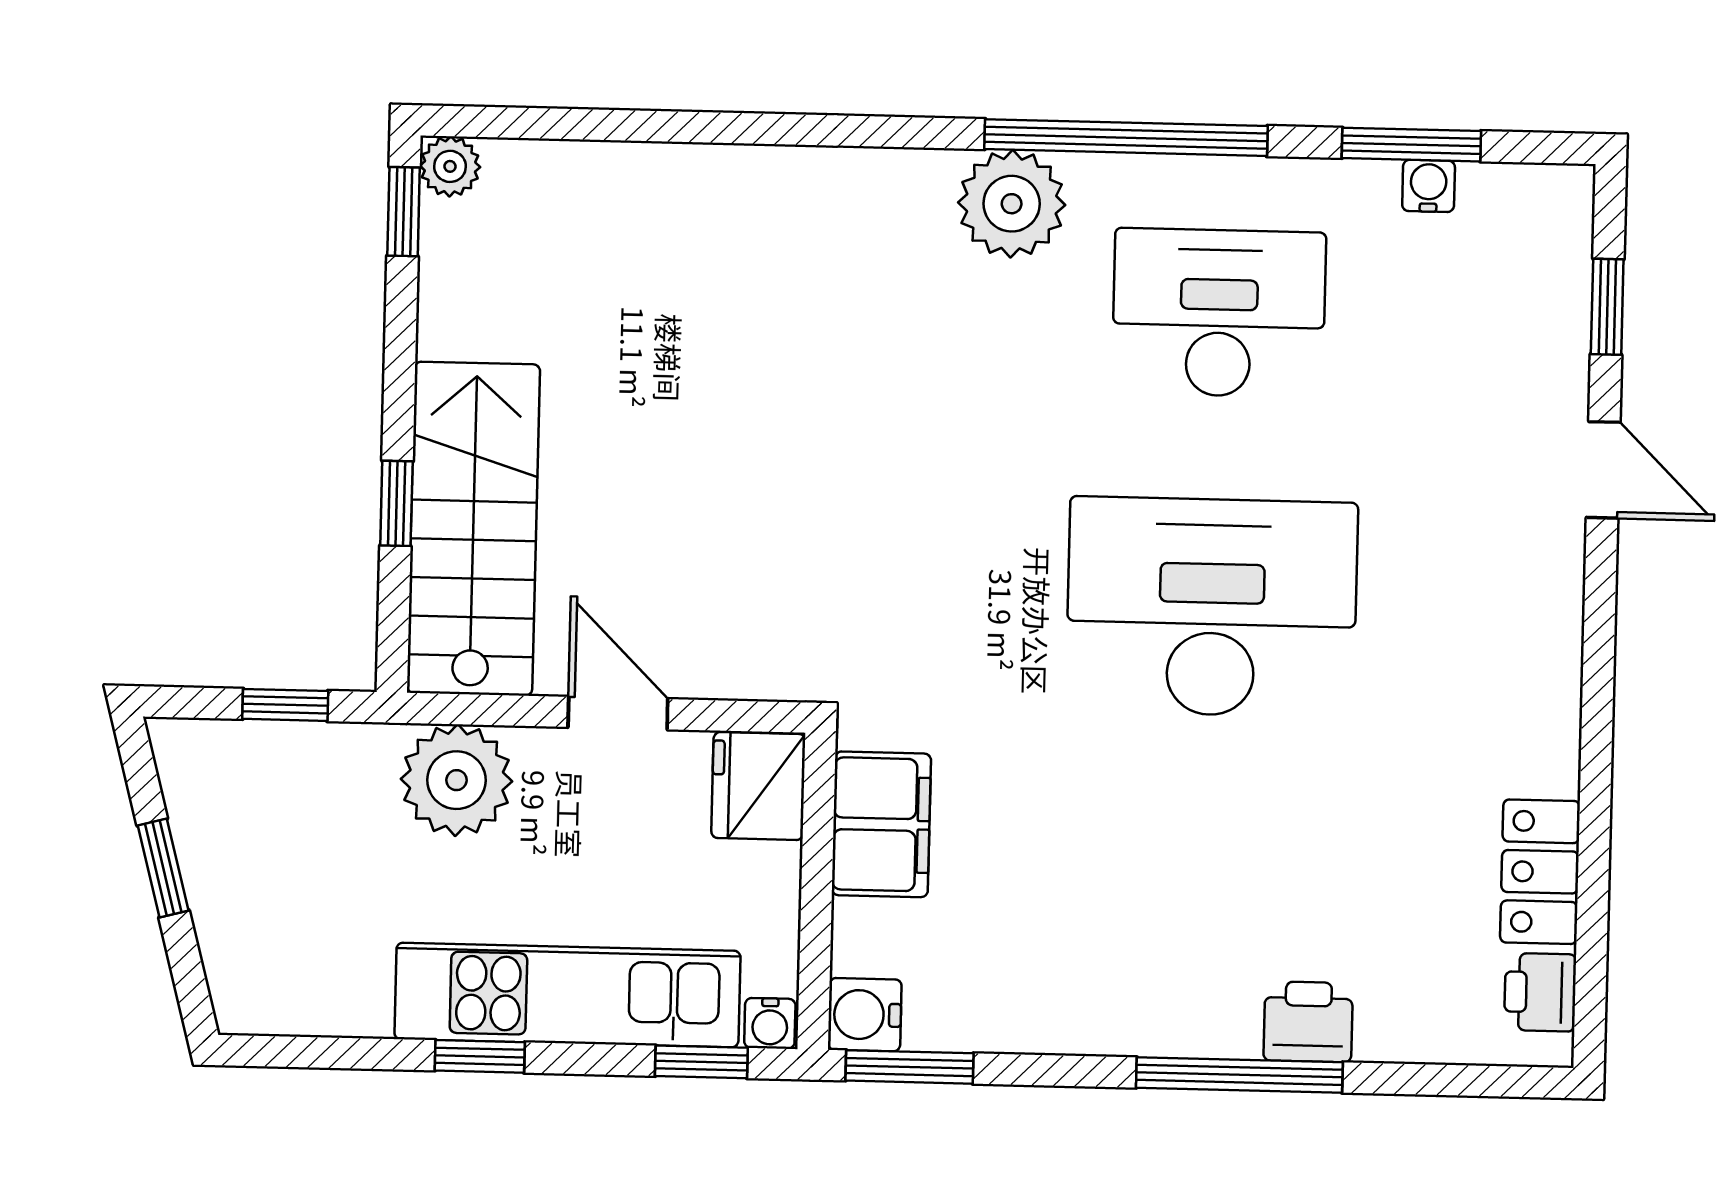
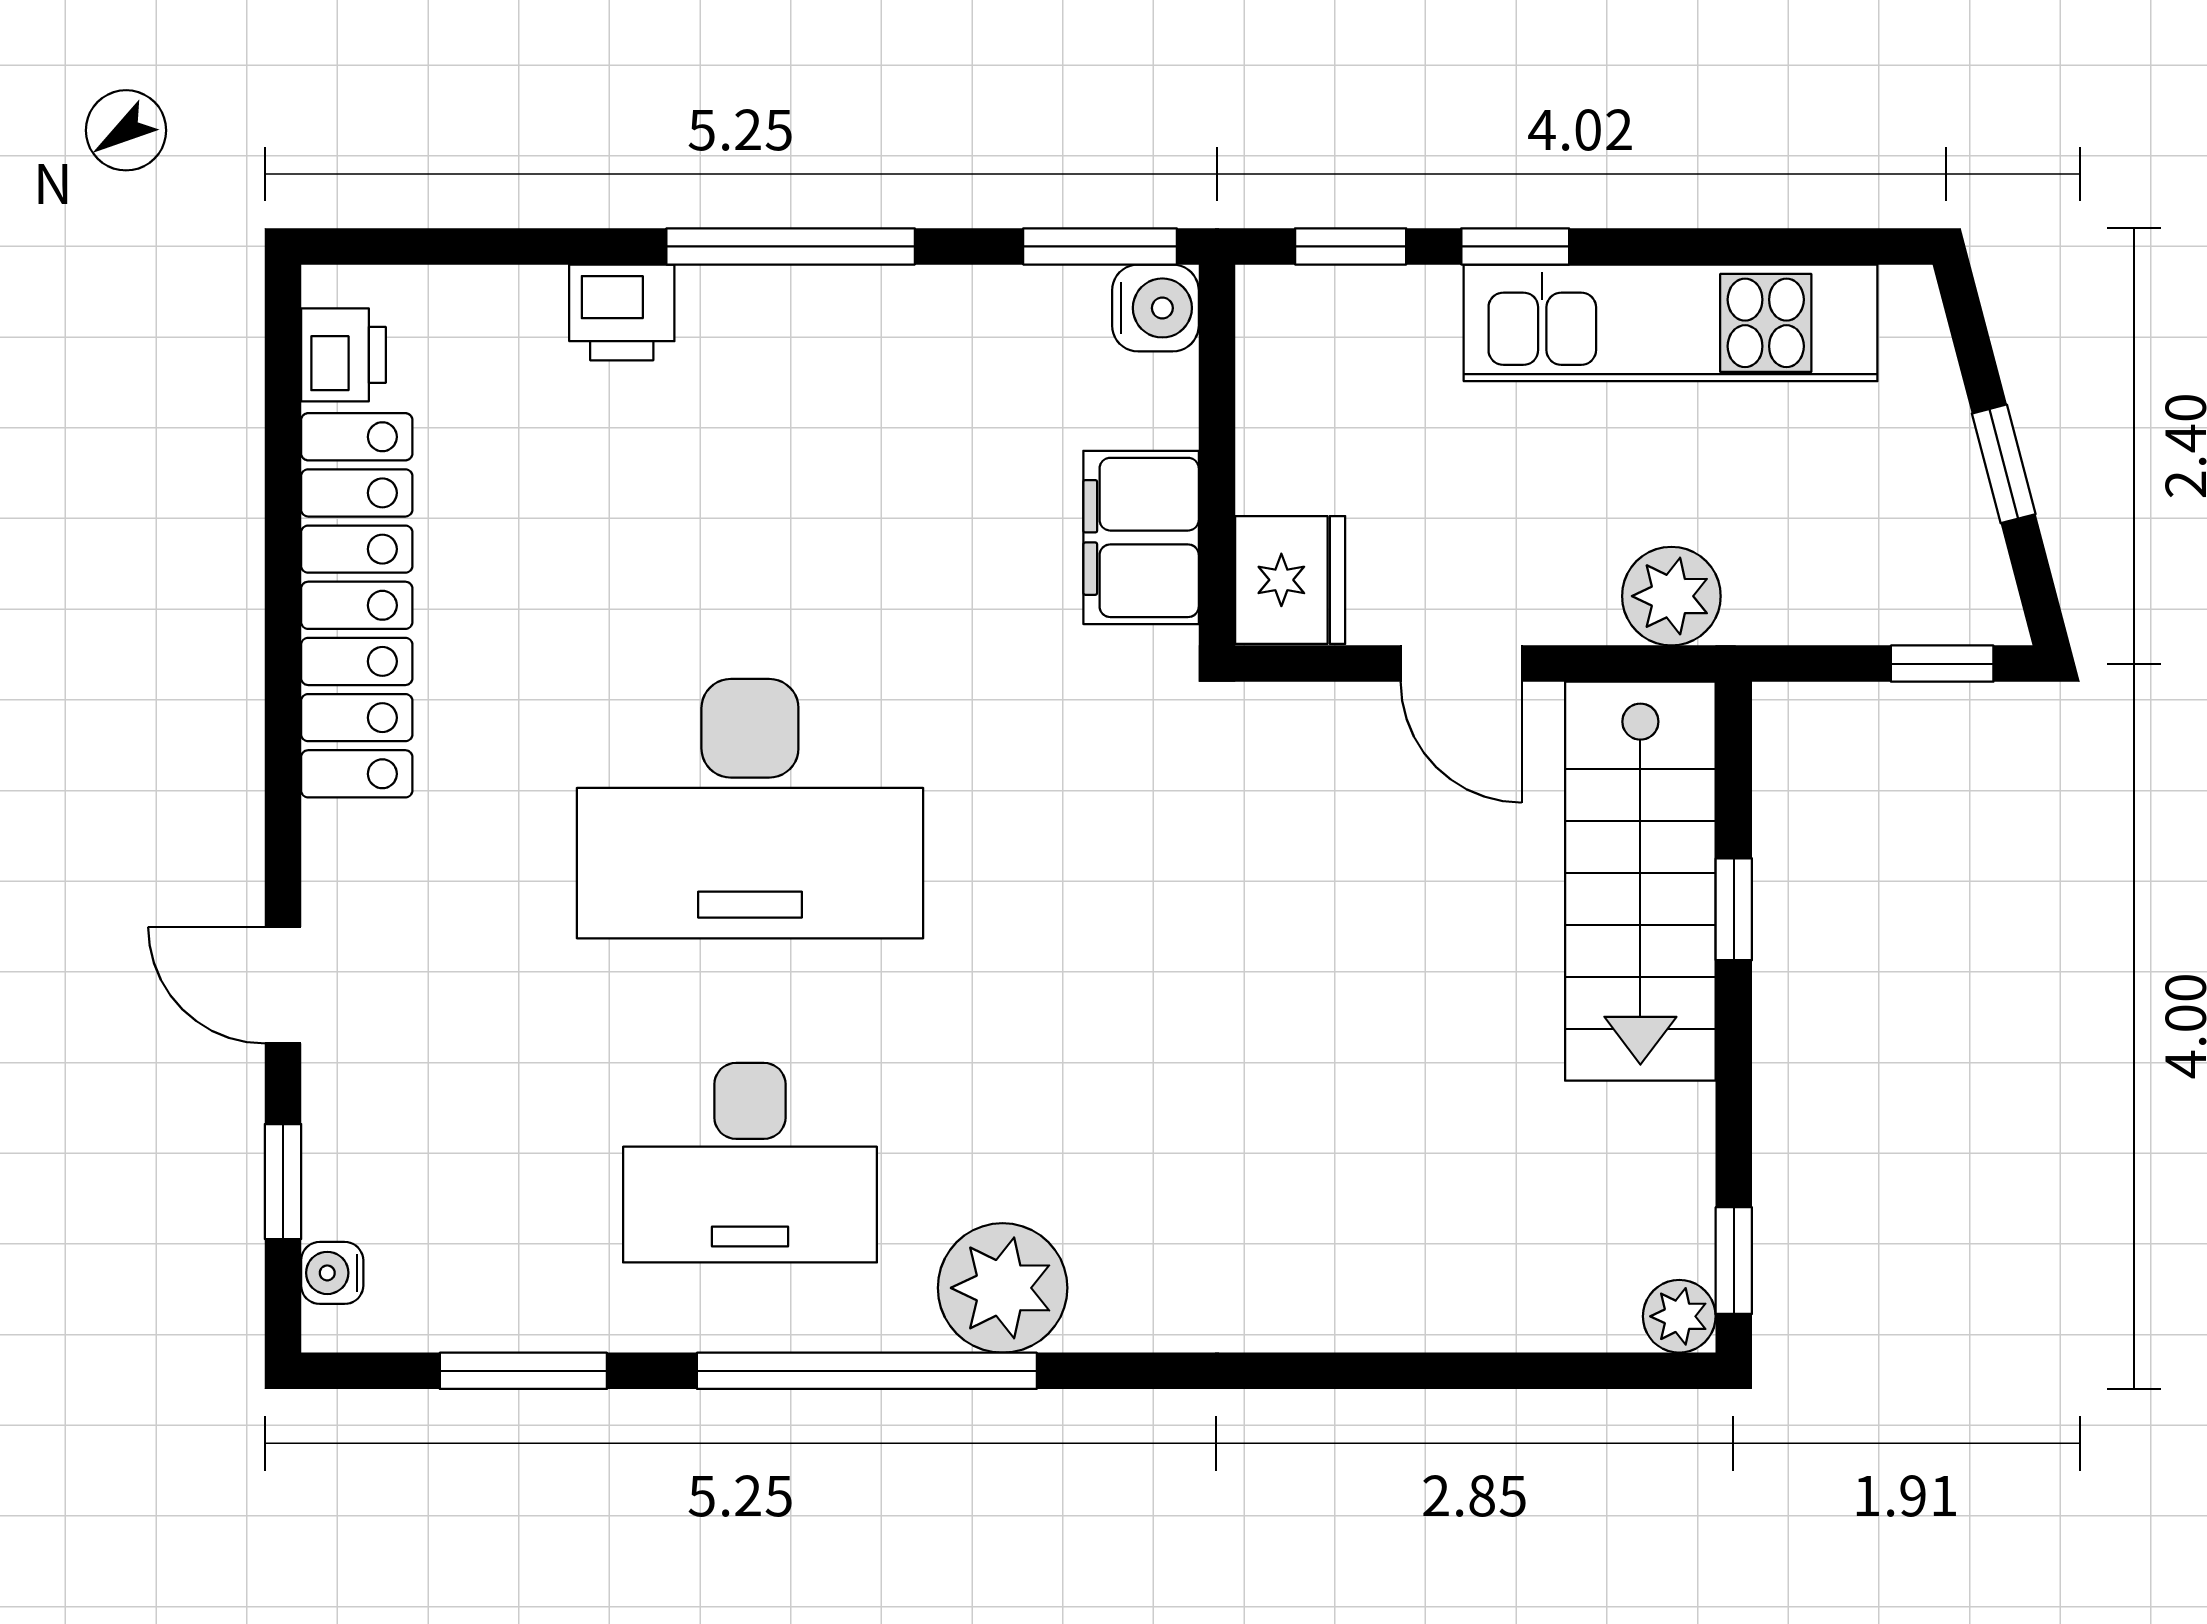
water cooler: (1429, 186) -> (332, 1273), moved, turned 90
window: (285, 705) -> (1942, 664), moved
plant: (456, 780) -> (1671, 596), width x0.73, depth x0.73
locker: (1540, 872) -> (357, 605), width x2.16, depth x1.21
kitchen unit: (567, 995) -> (1671, 323), moved
water cooler: (770, 1023) -> (1269, 295), removed
window: (480, 1056) -> (1515, 246), moved
window: (1239, 1075) -> (791, 246), moved

